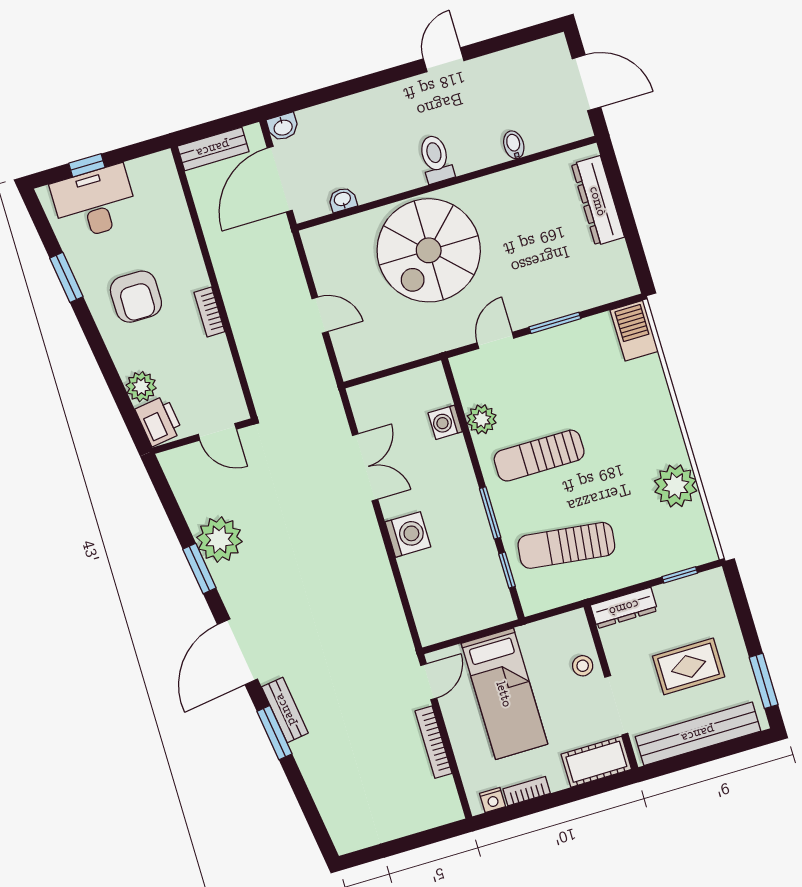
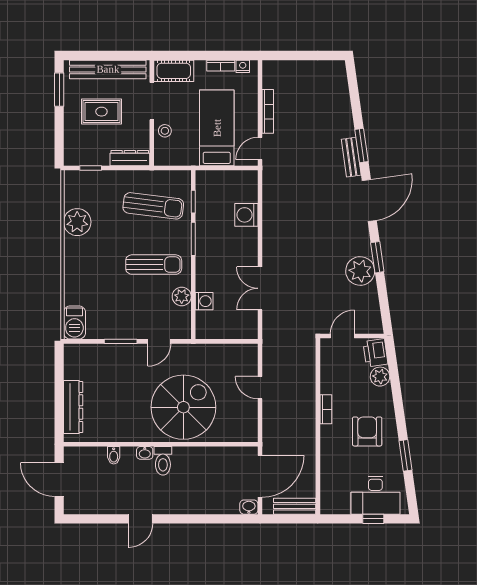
washbasin: (343, 200) -> (145, 453), moved
door: (217, 432) -> (342, 336), hinge flipped
washing machine: (408, 534) -> (246, 215), moved

